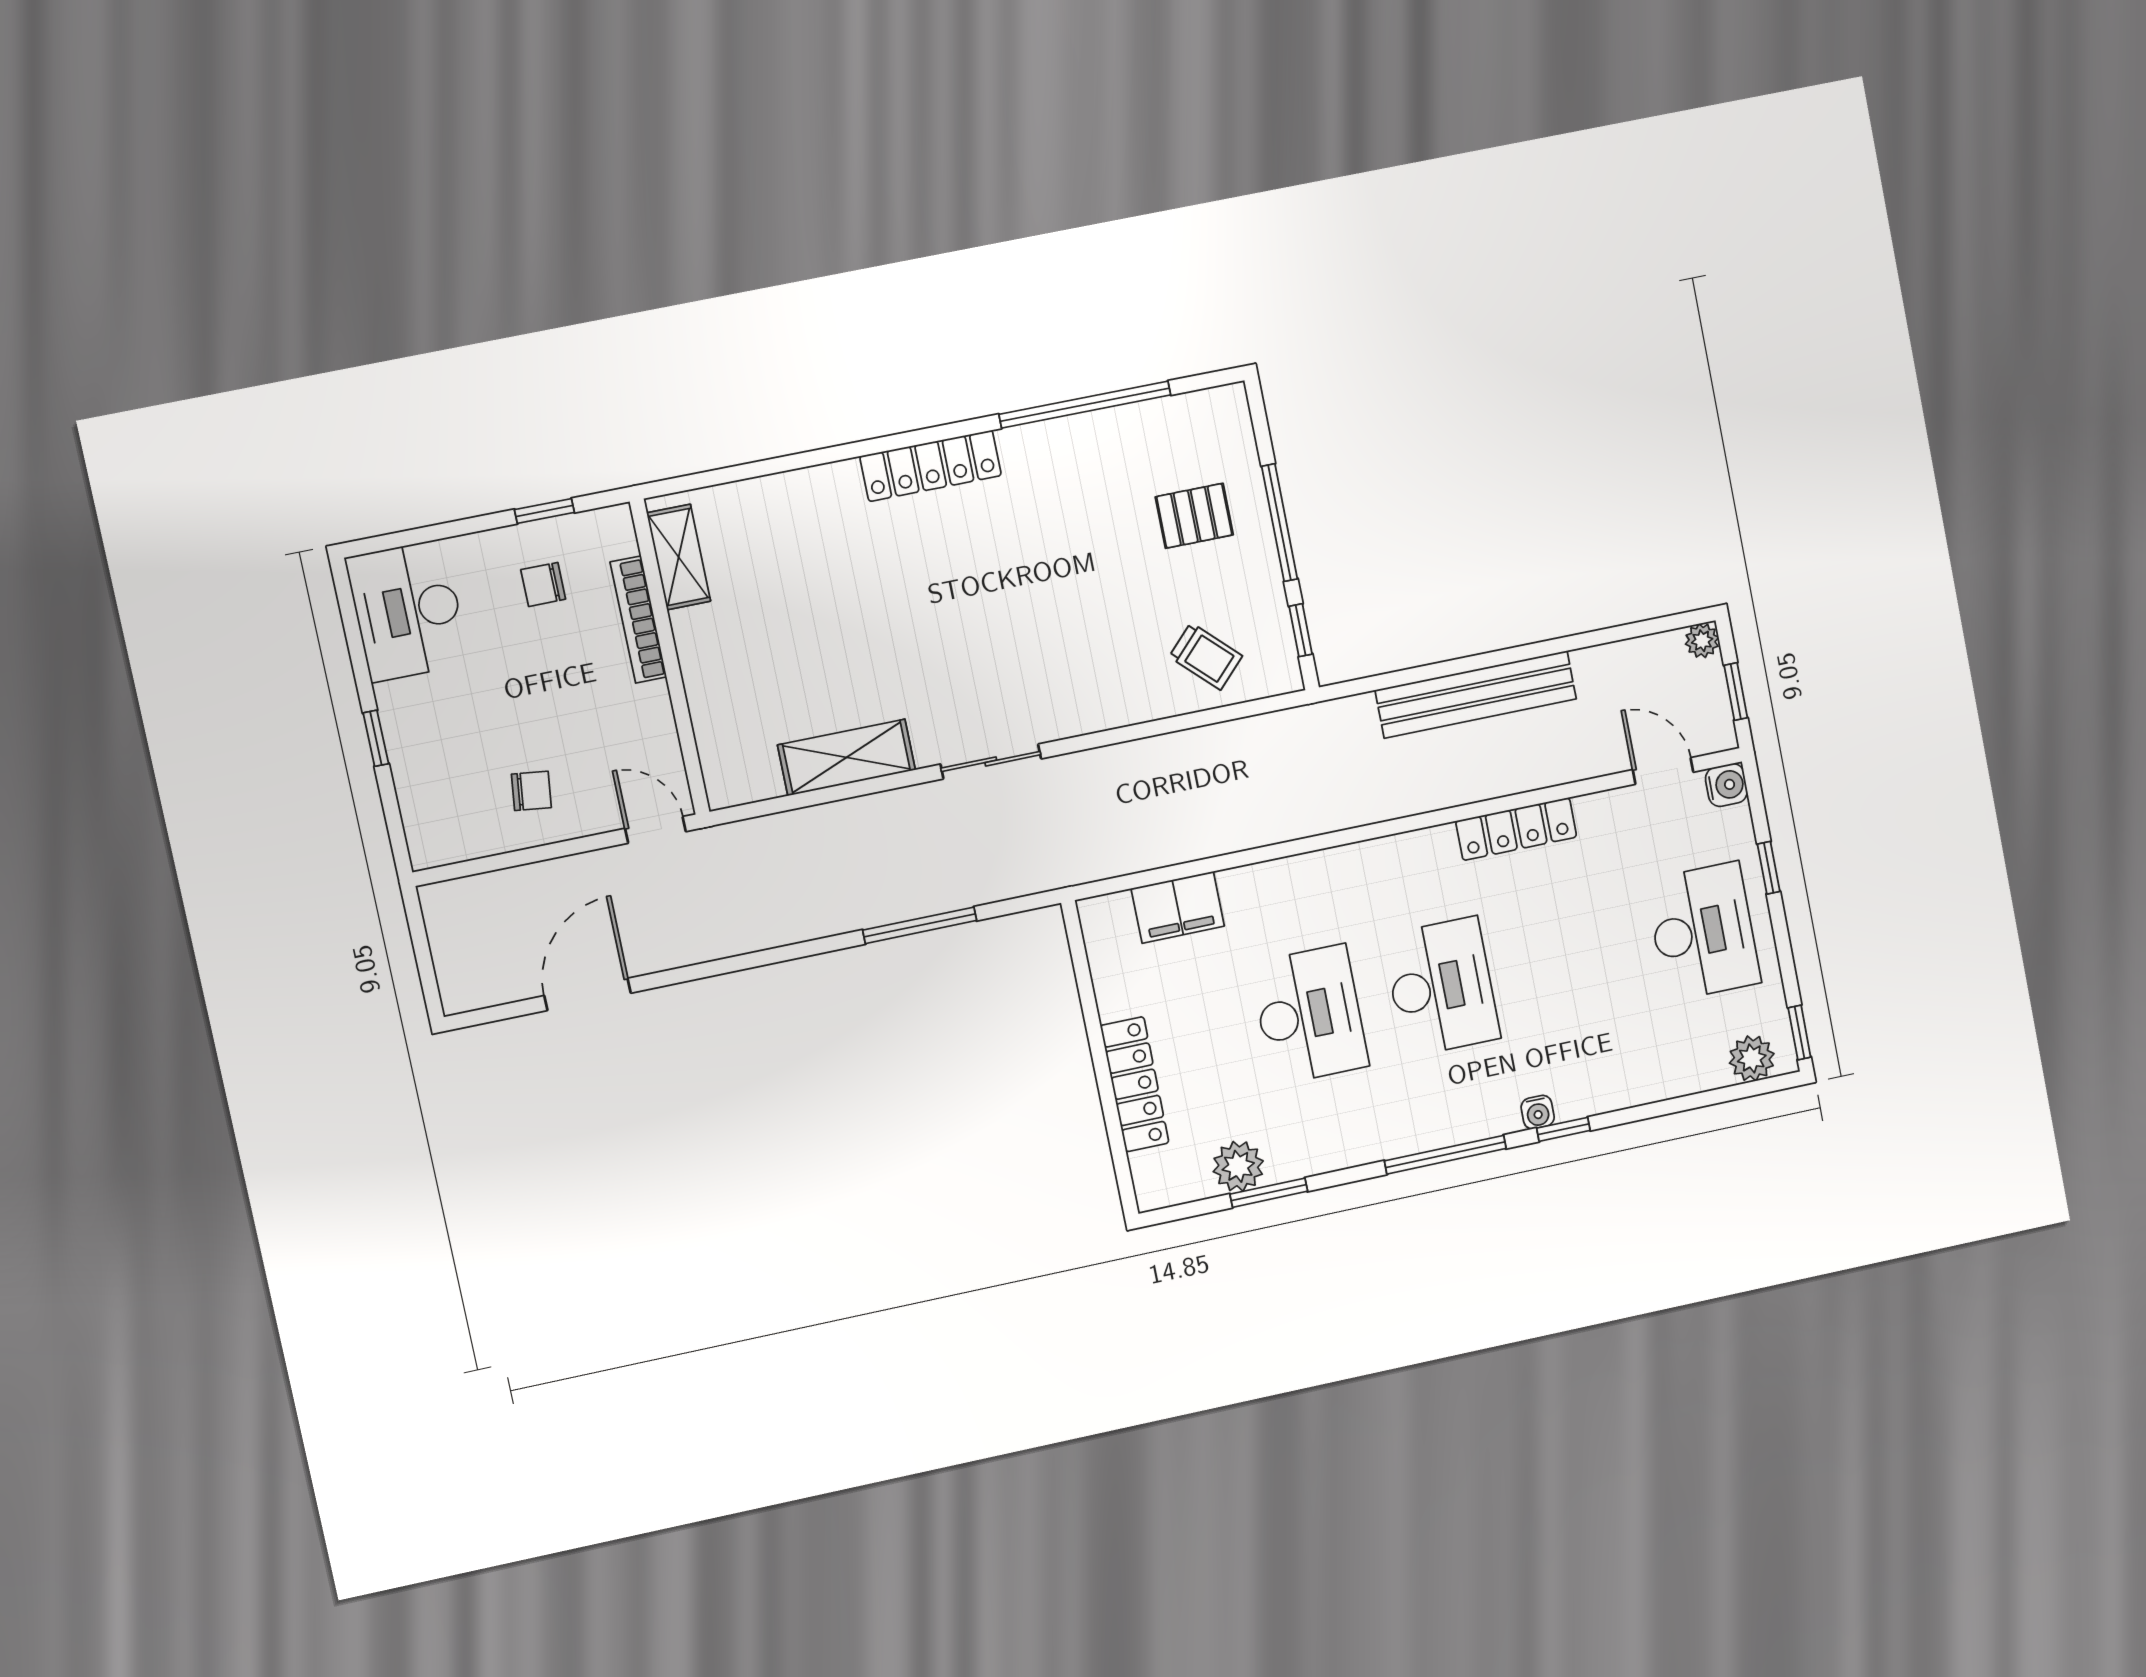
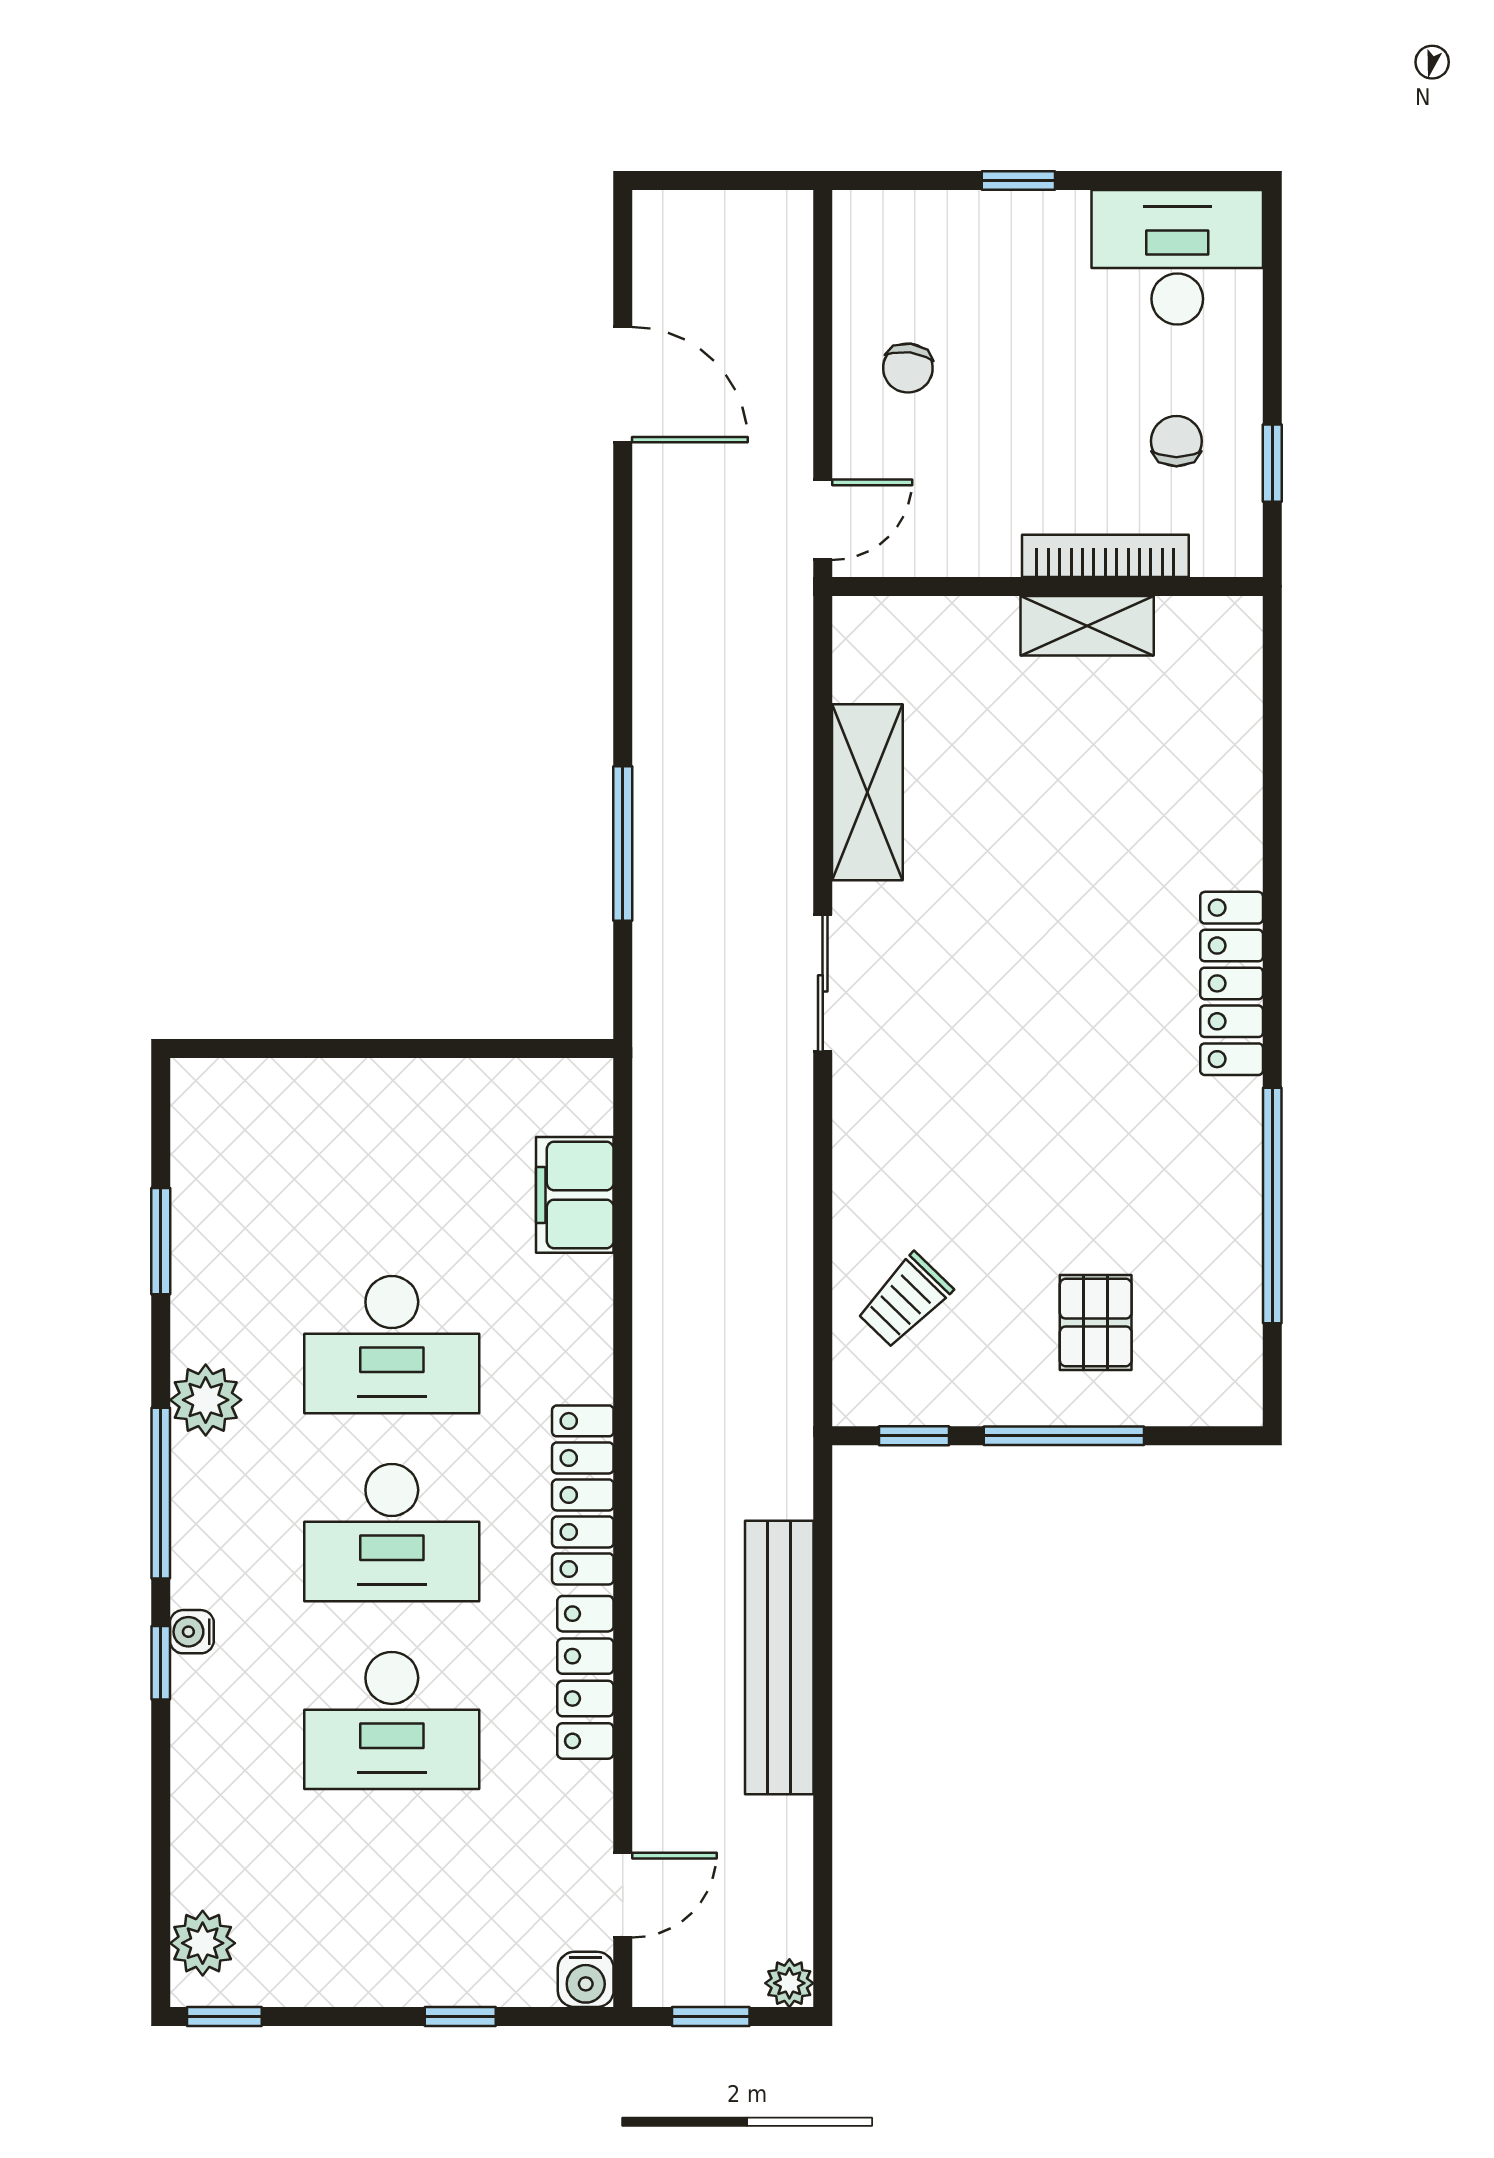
shelving: (679, 557) -> (1087, 626), moved
desk: (1703, 931) -> (392, 1721), moved
locker: (1135, 1084) -> (583, 1495), moved, turned 90
plant: (1238, 1166) -> (206, 1400), moved

